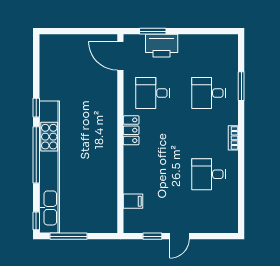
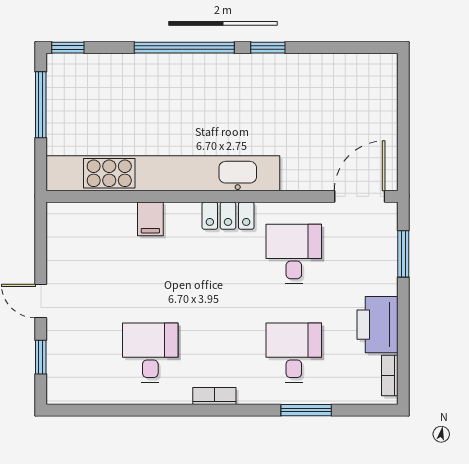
bookcase: (222, 39) -> (390, 375), added
printer: (162, 46) -> (377, 325), moved
kitchen unit: (49, 167) -> (163, 173), moved, turned 180
filing cabinet: (133, 201) -> (150, 219), moved
window: (152, 236) -> (41, 357), moved

